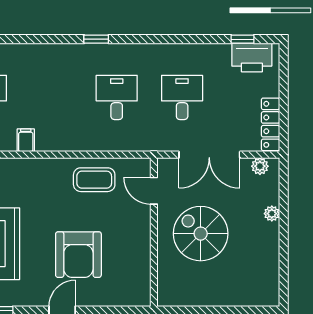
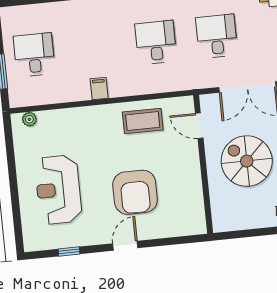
filing cabinet: (26, 140) -> (99, 89), moved

